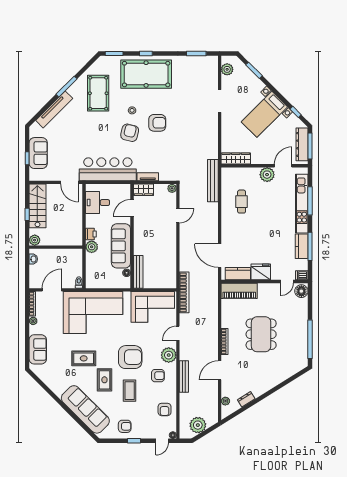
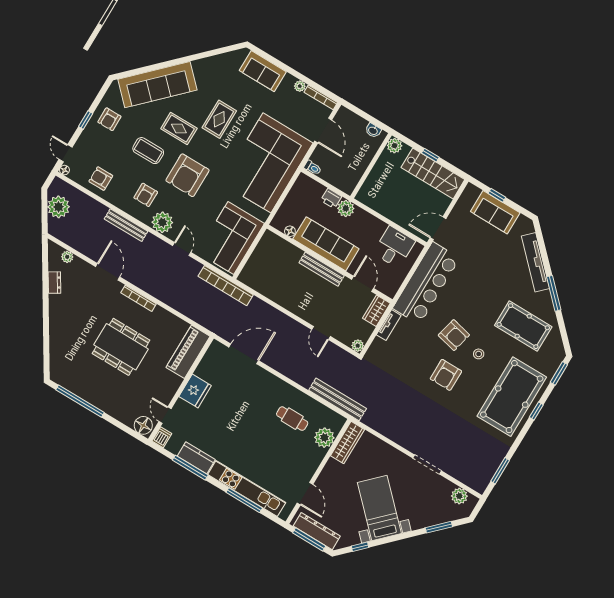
plant: (267, 175) -> (324, 438), moved
printer: (91, 234) -> (331, 198), moved
bench: (138, 272) -> (322, 269), moved
kitchen counter: (238, 274) -> (209, 363), removed

